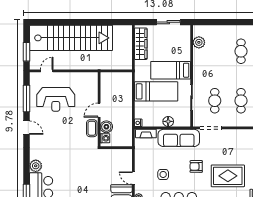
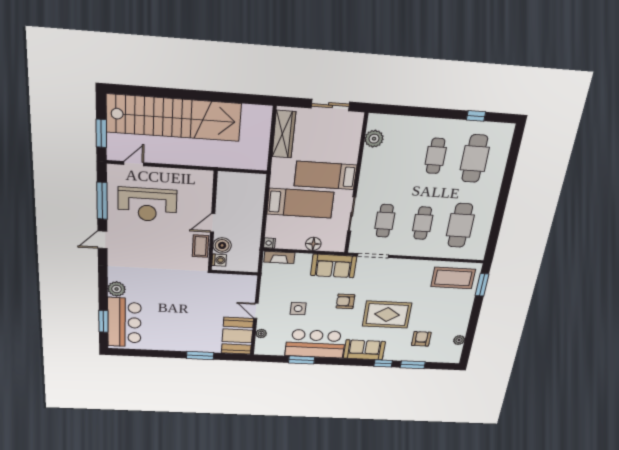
door: (26, 128) -> (102, 240), swing flipped
sofa: (179, 138) -> (334, 266), width x0.73

